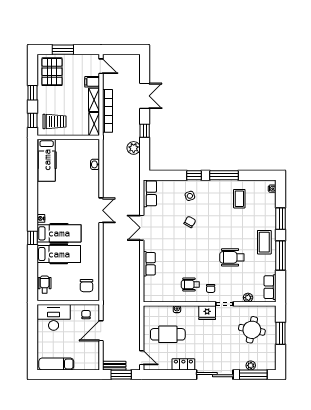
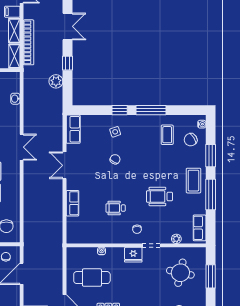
chair: (262, 203) -> (191, 140), added
wheelchair: (190, 284) -> (116, 208), moved

